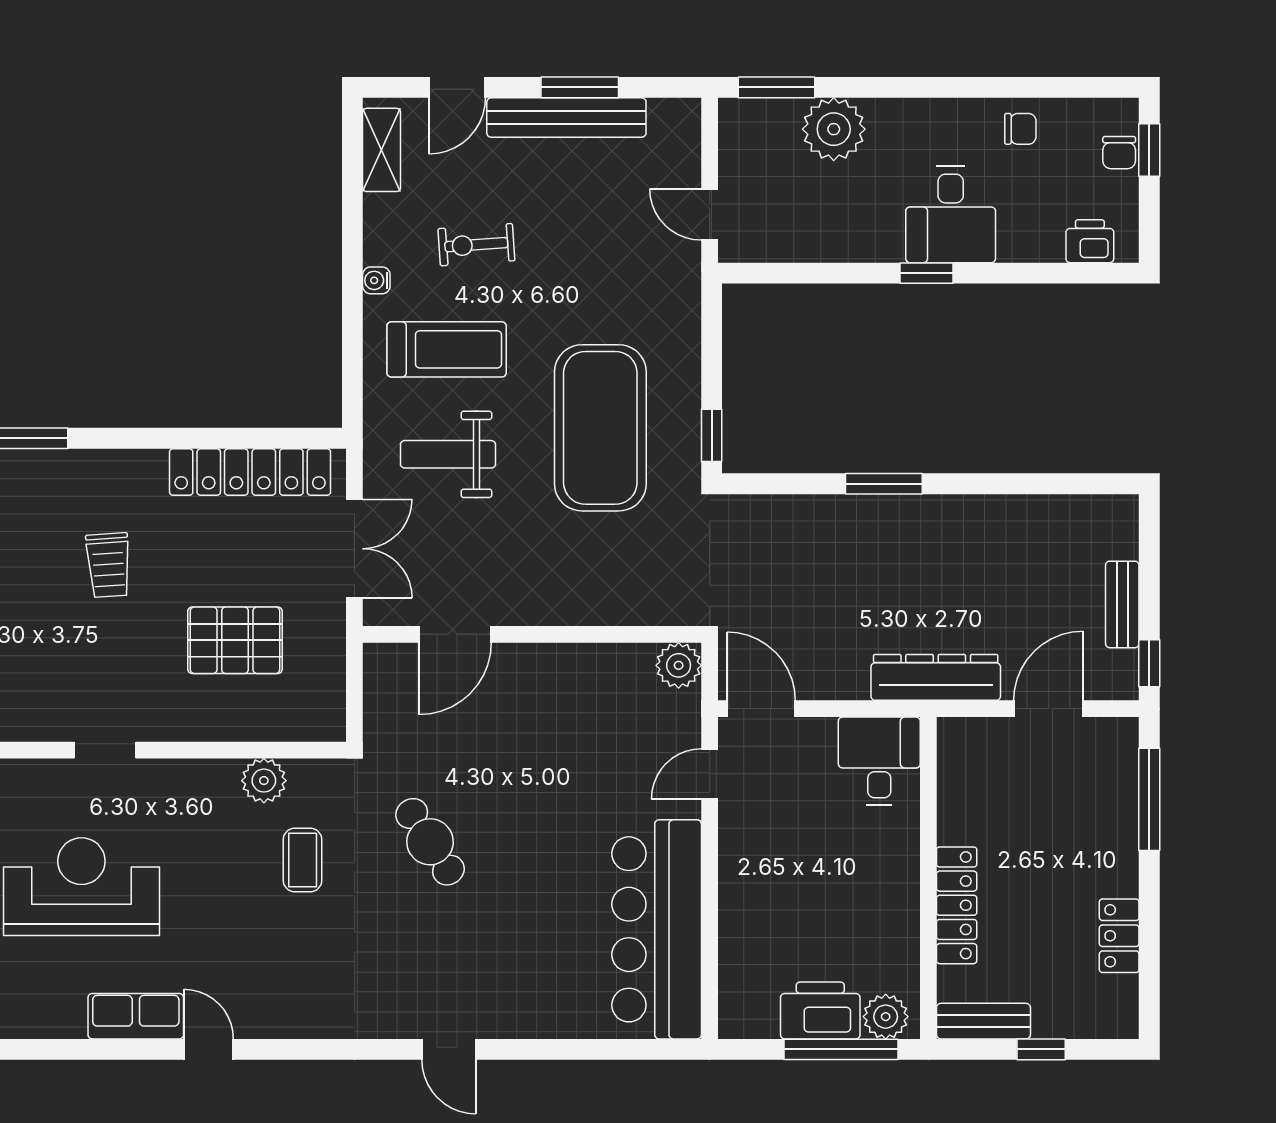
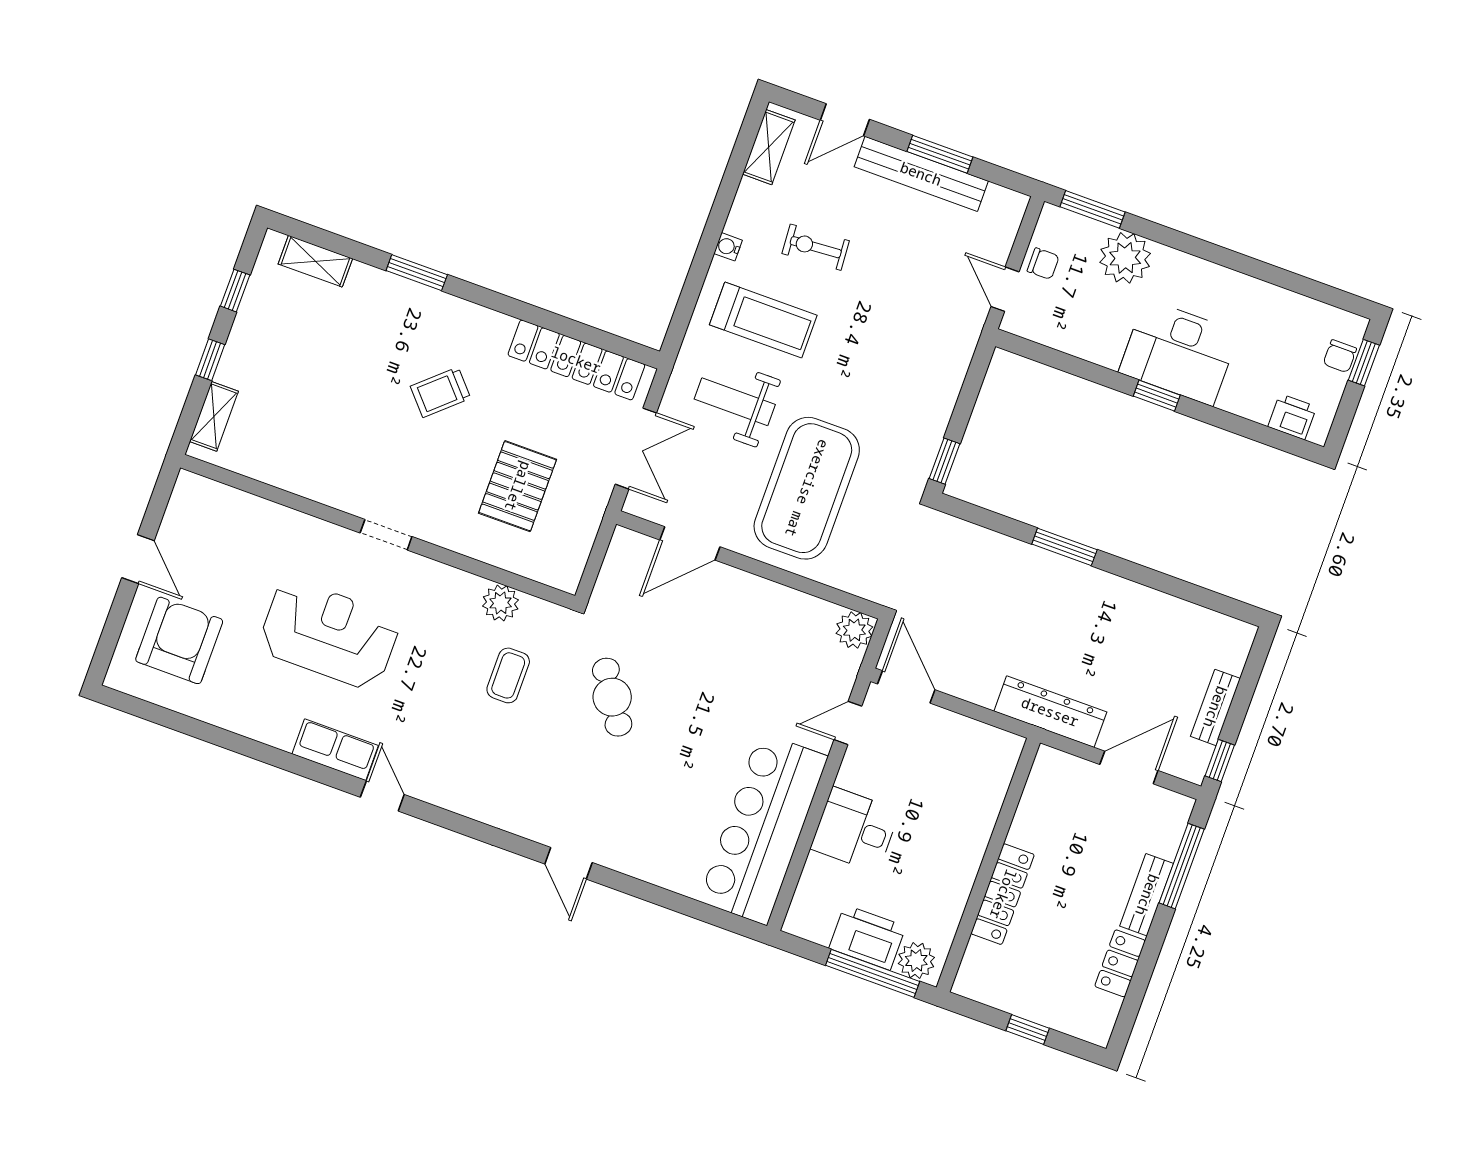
chair: (1020, 129) -> (1043, 264), moved
desk: (951, 215) -> (1179, 352), width x1.37
exercise mat: (600, 428) -> (807, 488), moved
trolley: (108, 565) -> (440, 392), turned 52
pallet: (235, 640) -> (518, 486), turned 90
desk: (879, 761) -> (855, 830), moved, turned -90
bench: (983, 1021) -> (1147, 895), moved, turned 90

